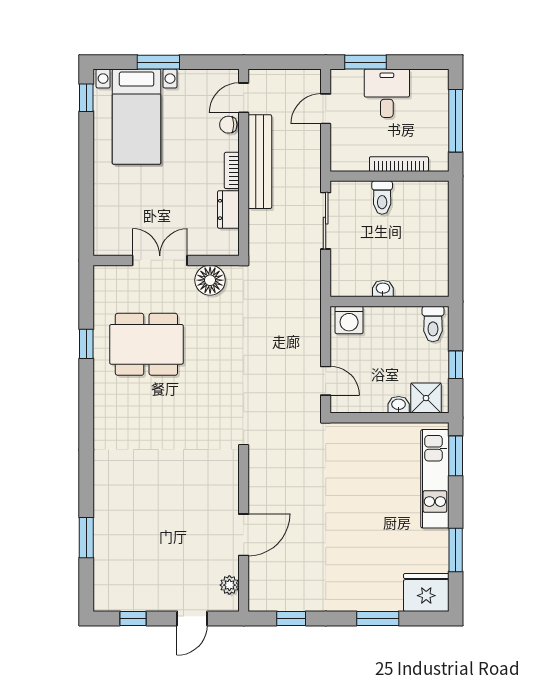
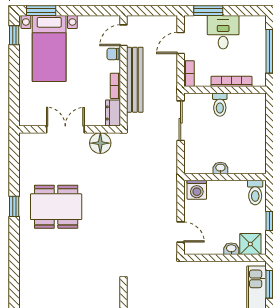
window: (158, 62) -> (41, 11), moved
bookcase: (338, 153) -> (189, 74), added
double door: (160, 260) -> (65, 129), moved
wall: (166, 260) -> (70, 129), moved
floor lamp: (210, 280) -> (100, 143), moved

